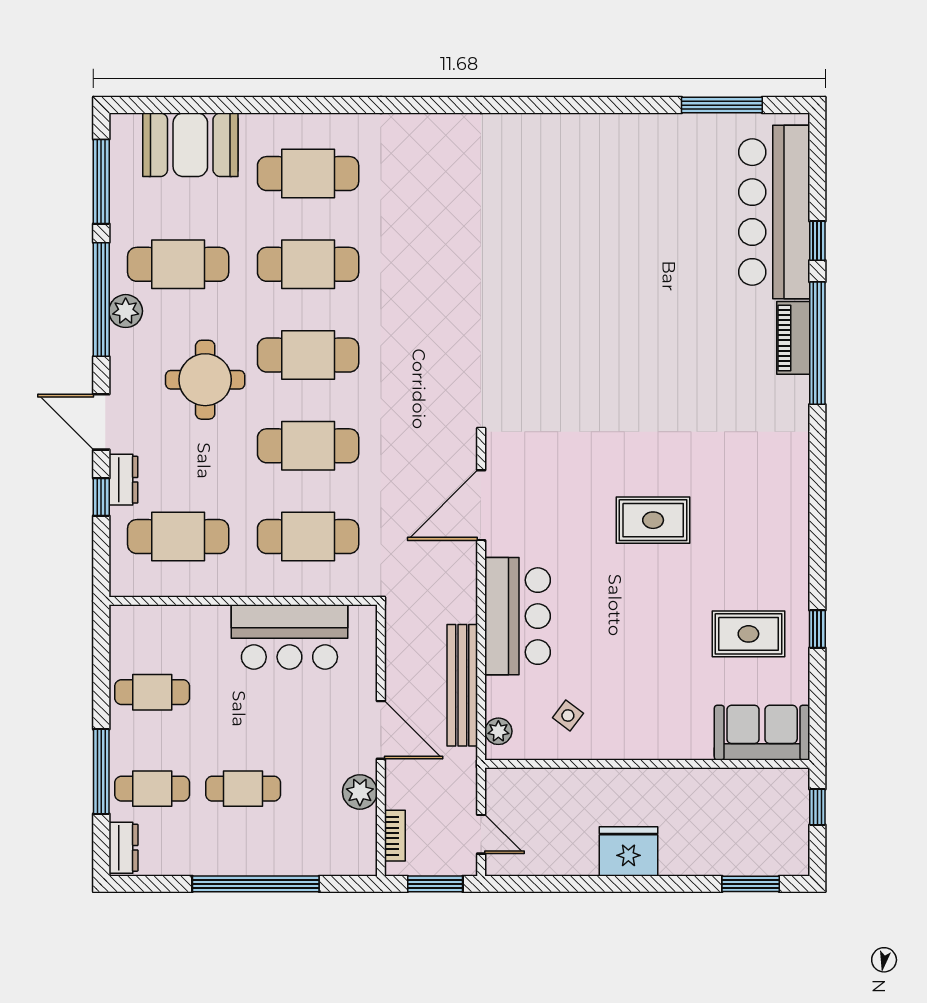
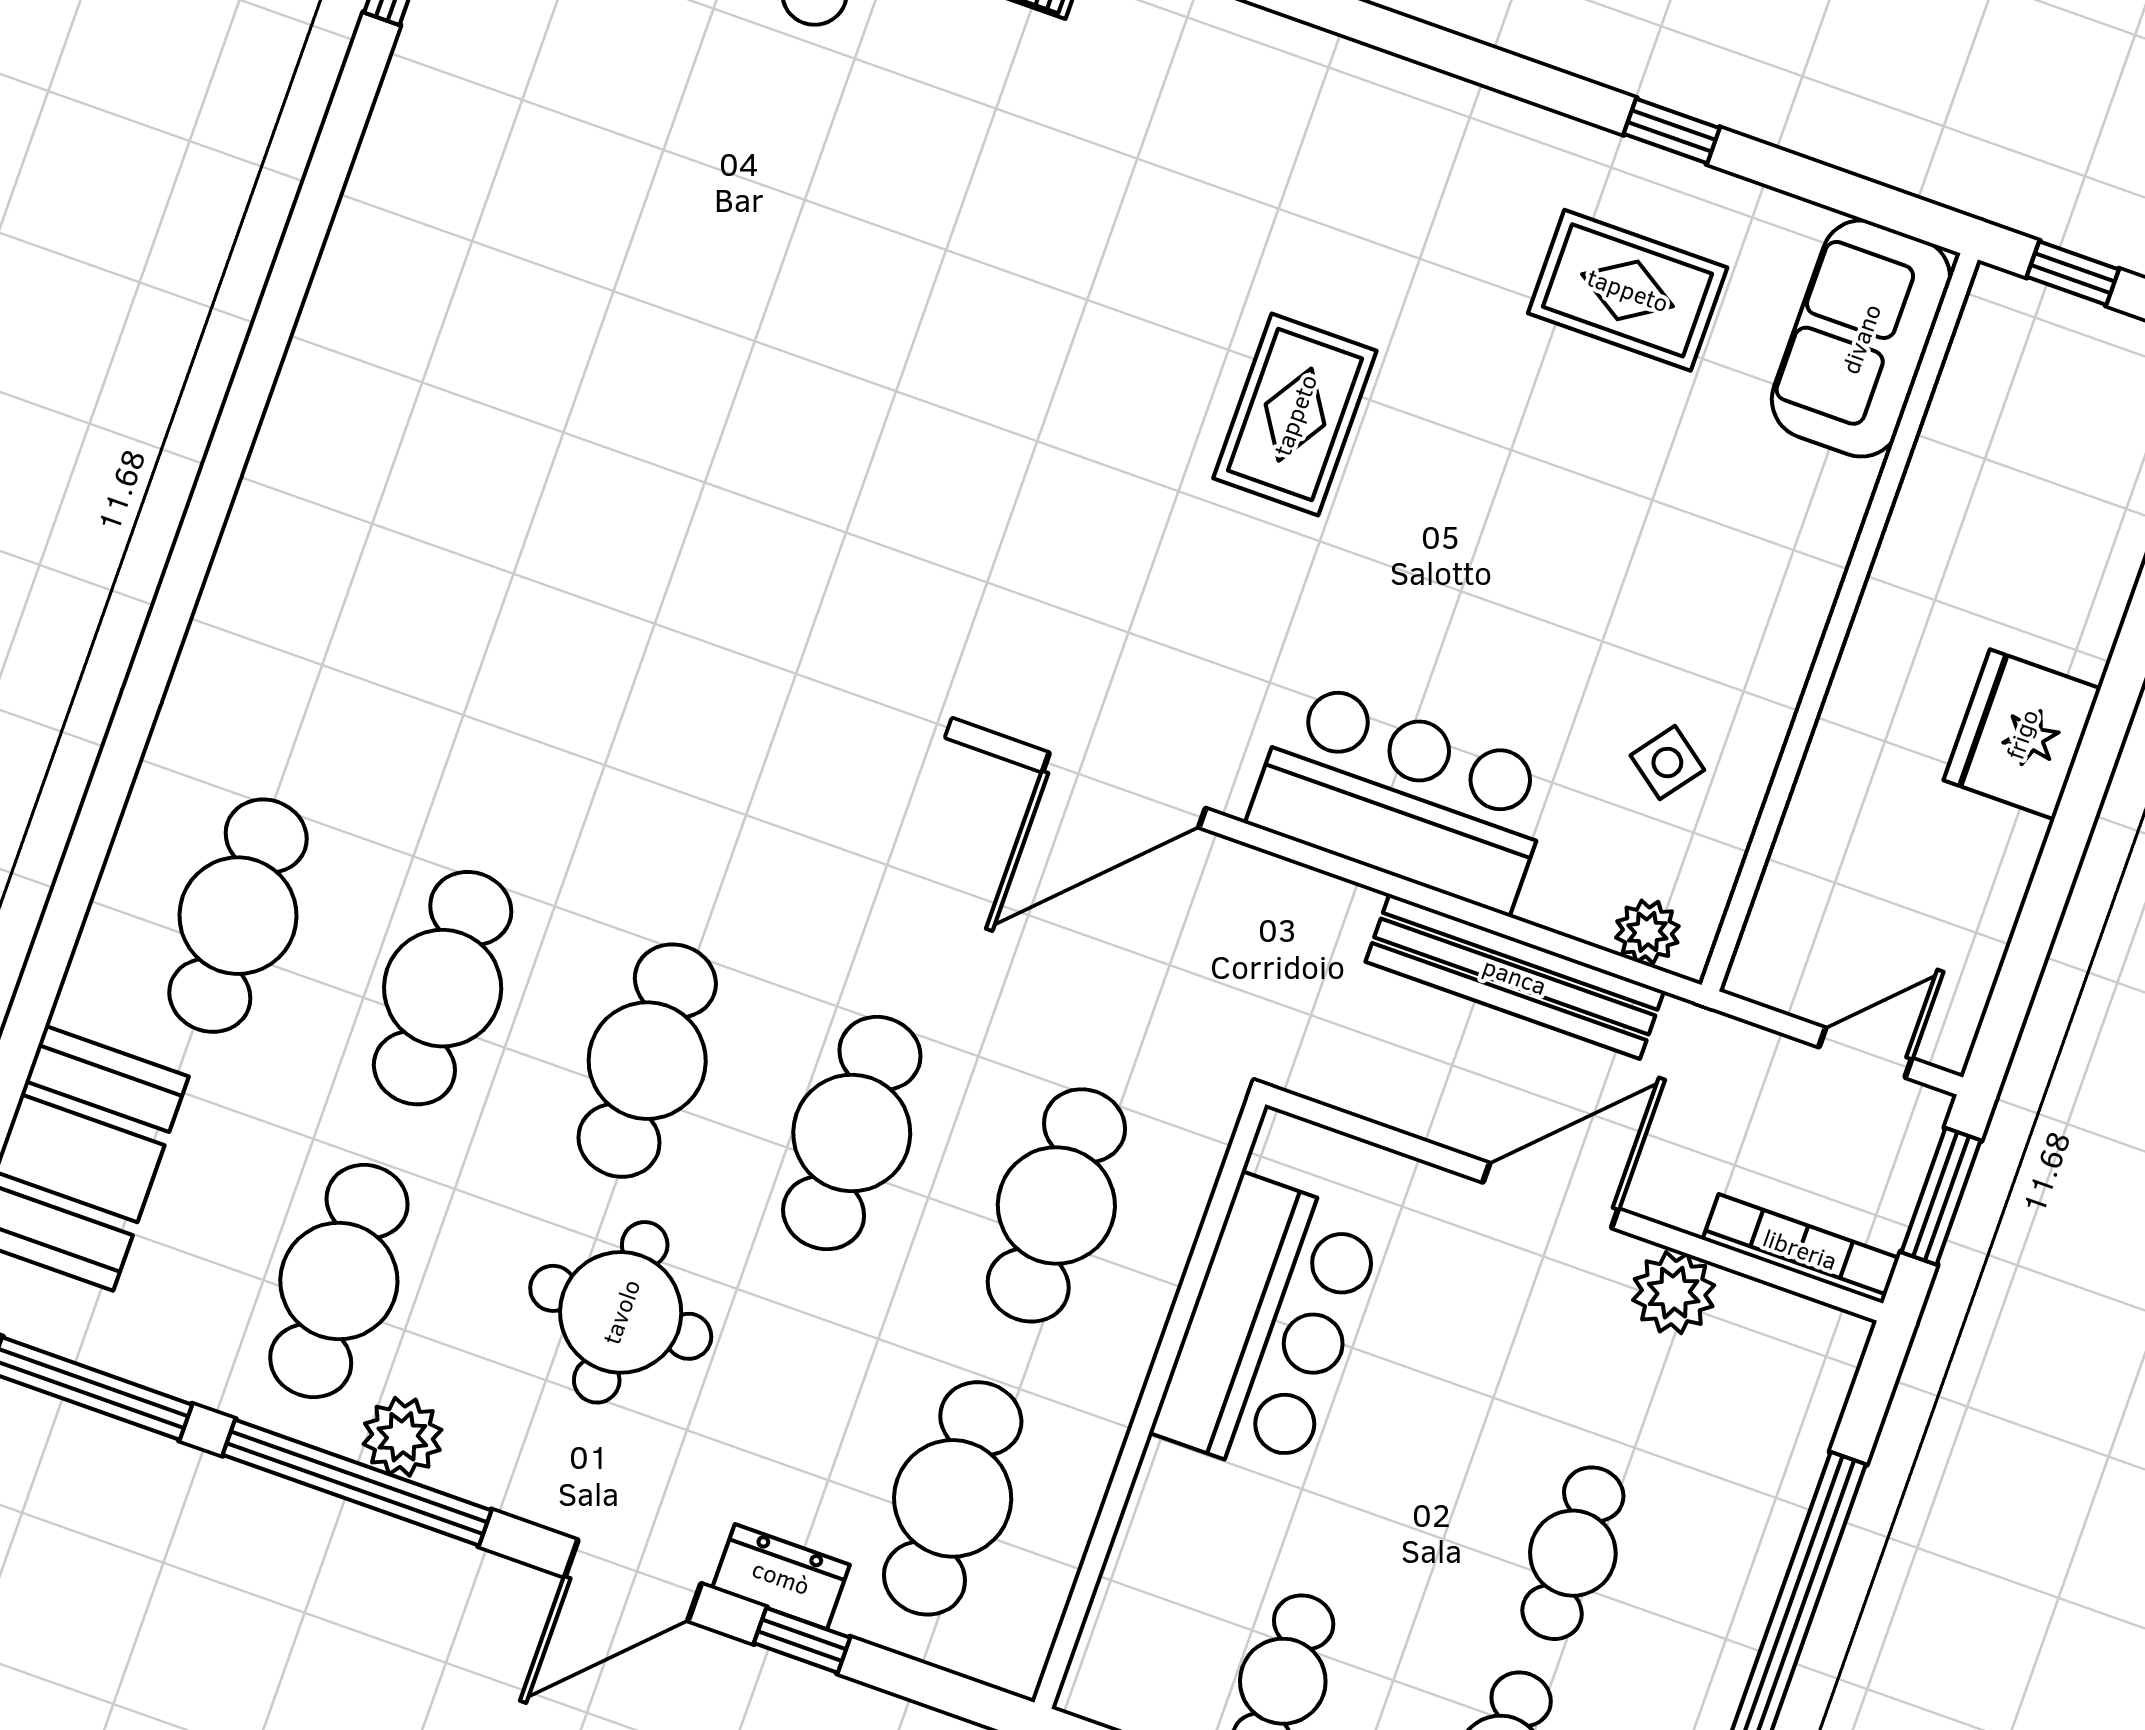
door: (481, 505) -> (1124, 790), hinge flipped
rug: (748, 634) -> (1628, 290), turned 90
bookcase: (395, 836) -> (1800, 1249), width x1.56

